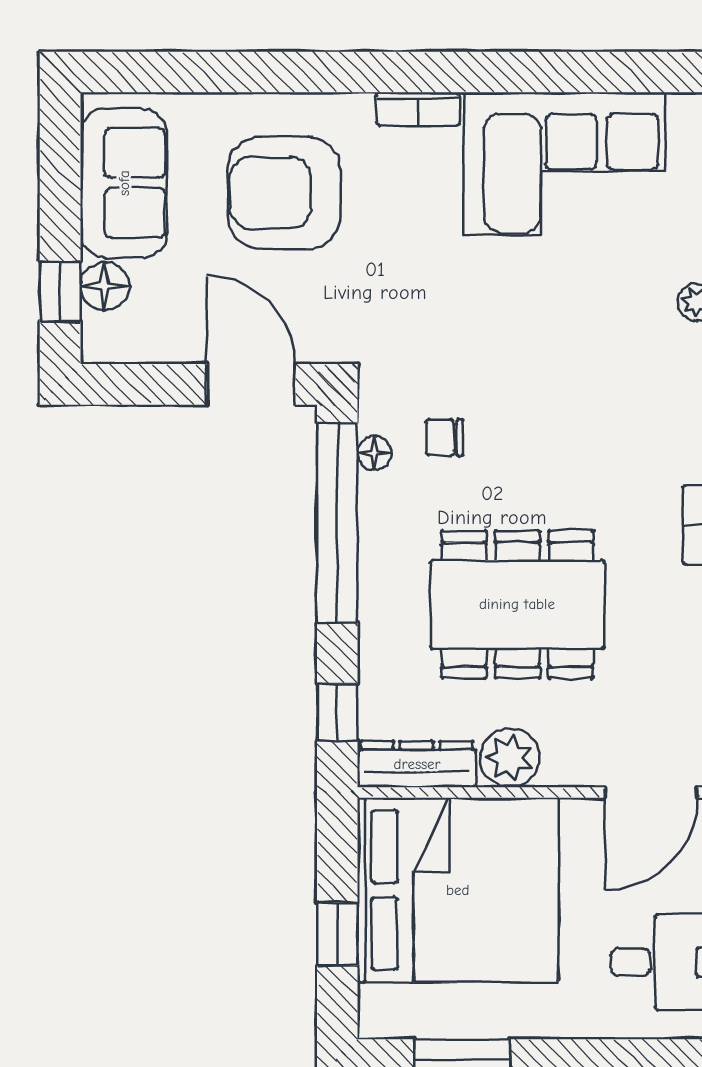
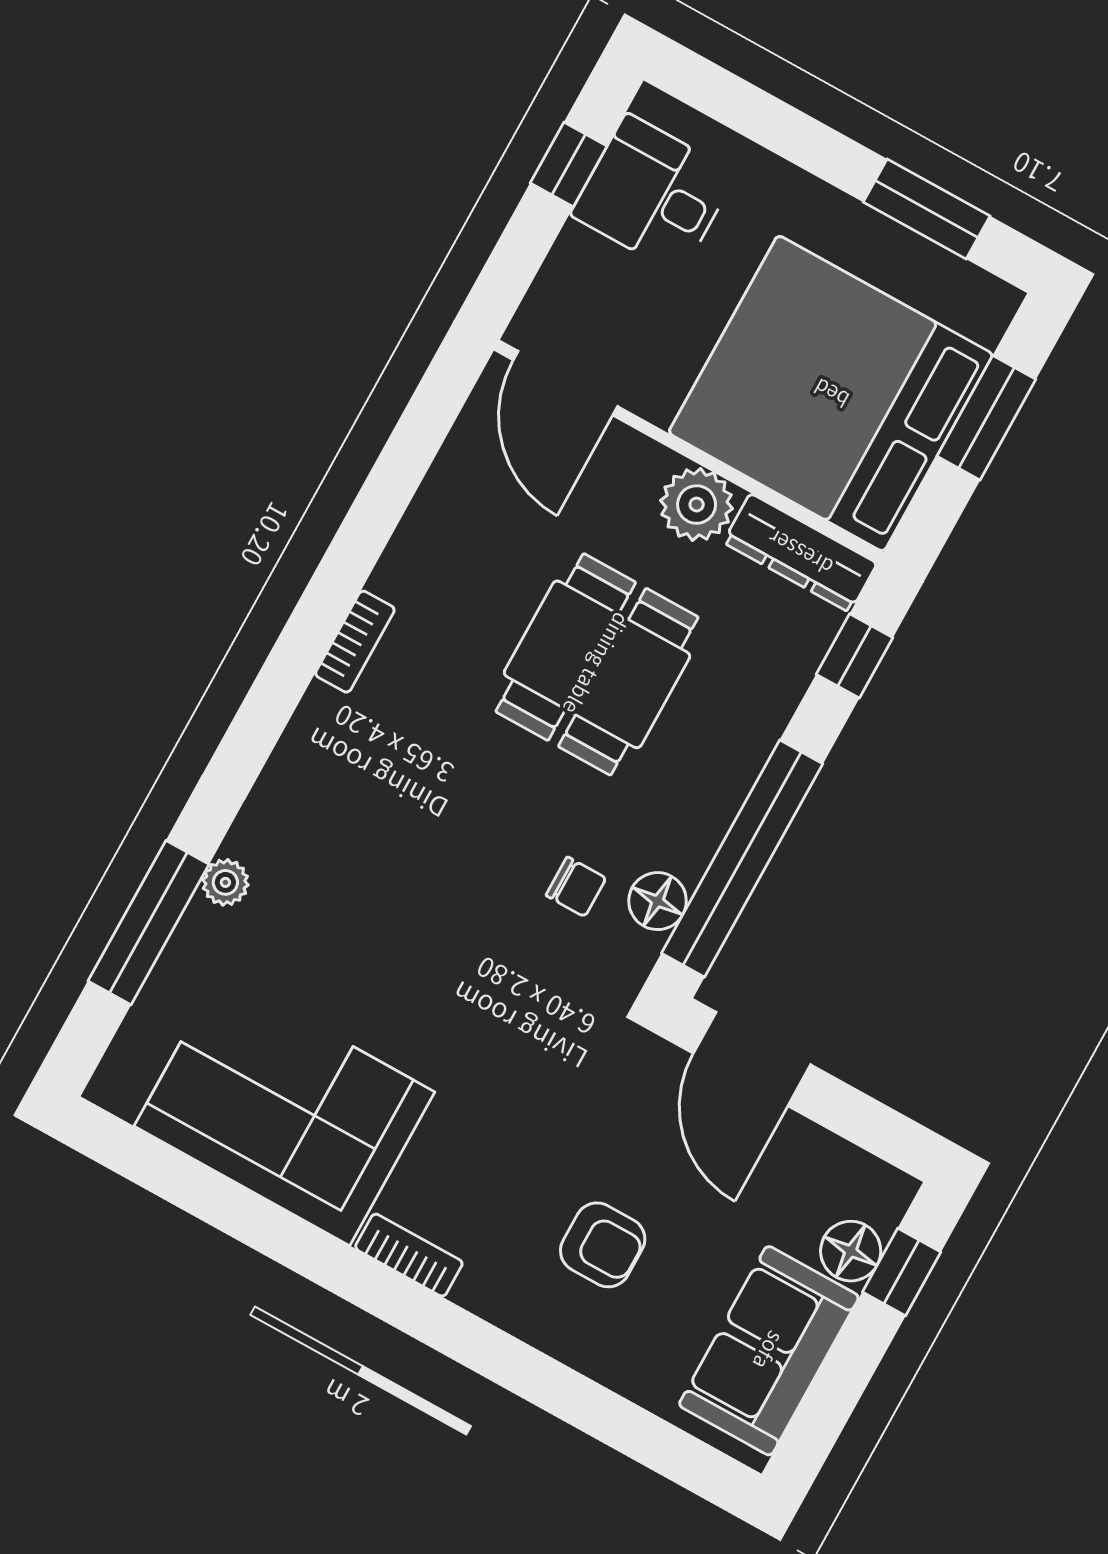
armchair: (284, 193) -> (603, 1245), width x0.53, depth x0.53
floor lamp: (374, 453) -> (658, 901), width x1.37, depth x1.37
dining table: (517, 604) -> (597, 664), width x0.73
door: (651, 792) -> (565, 383), swing flipped
window: (337, 934) -> (986, 418), width x1.50

